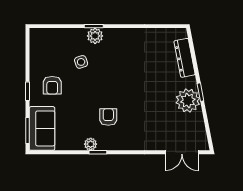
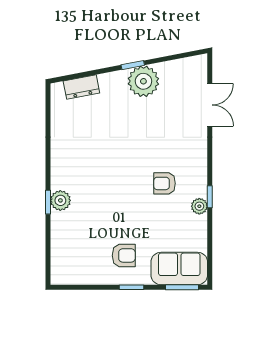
dresser: (185, 58) -> (81, 87), width x0.70
side table: (81, 62) -> (94, 218), removed
double door: (182, 152) -> (210, 105), moved

